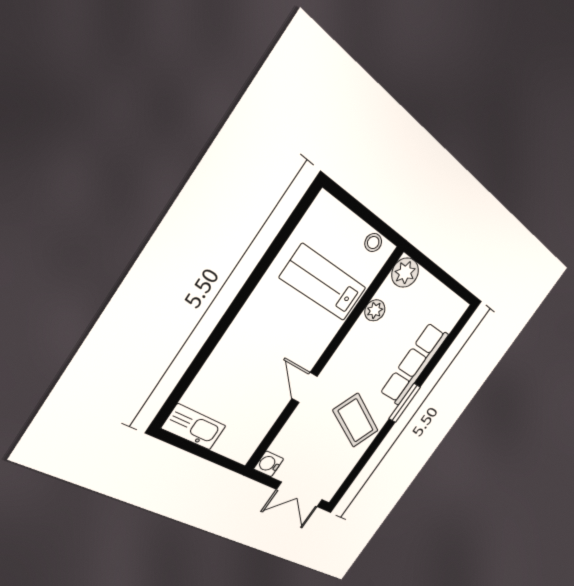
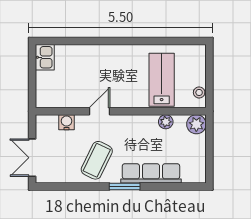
kitchen sink: (194, 427) -> (45, 57), width x0.73
water cooler: (269, 464) -> (67, 122), moved

